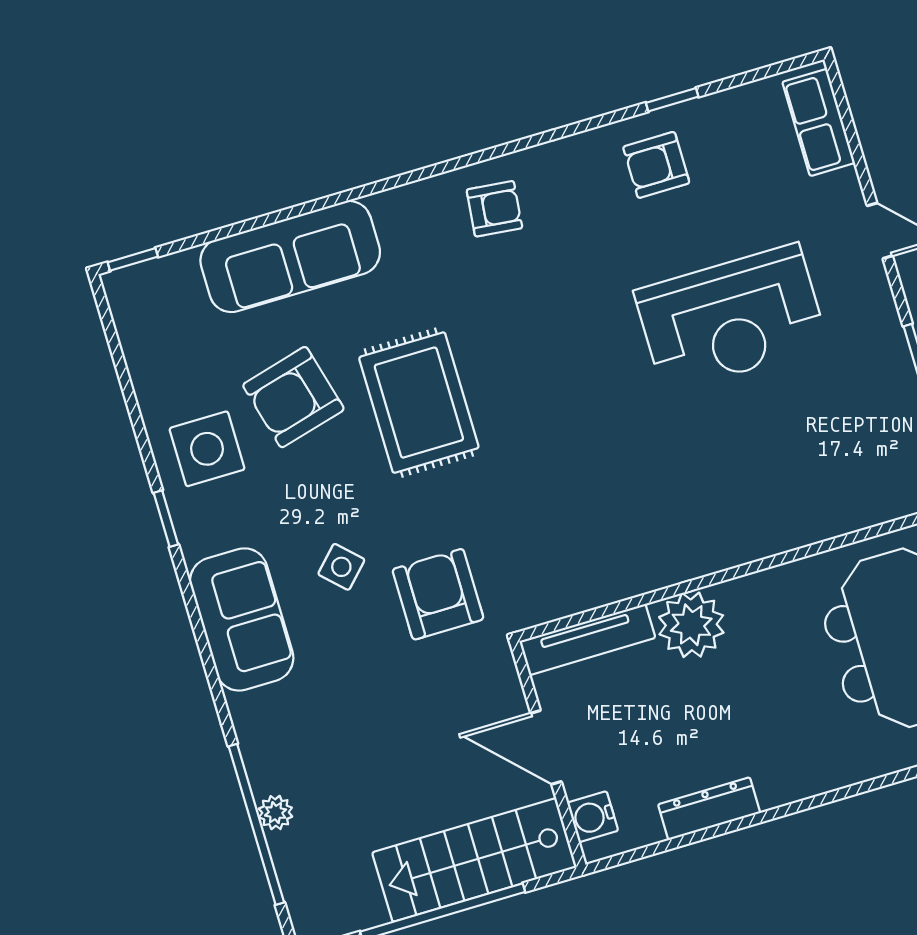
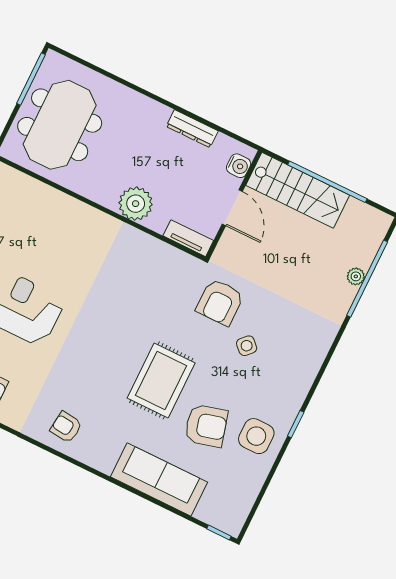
sofa: (242, 619) -> (302, 360), removed
tv unit: (587, 640) -> (188, 238), width x0.71

